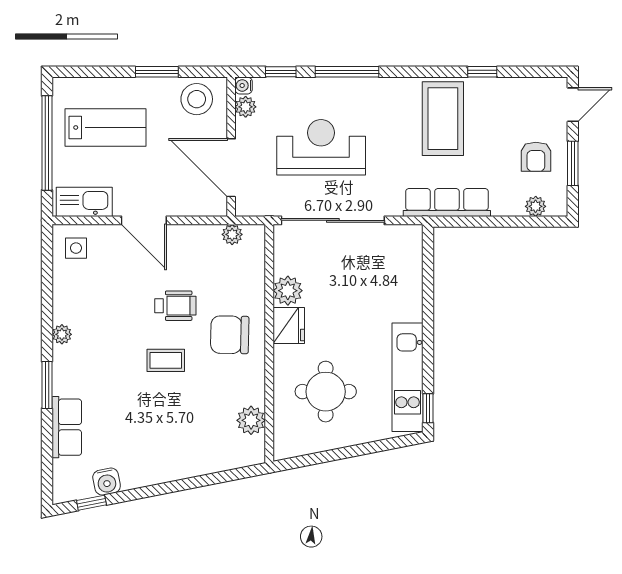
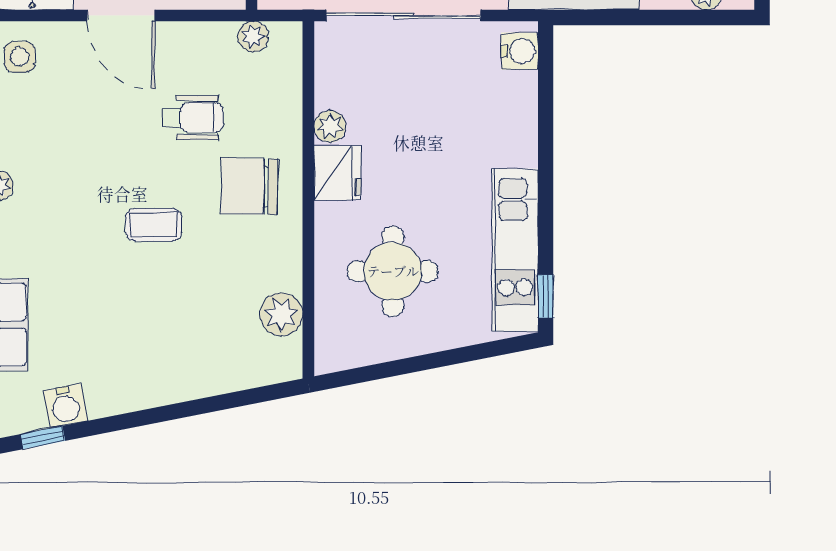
water cooler: (411, 244) -> (520, 51), added
plant: (288, 291) -> (330, 127), width x0.73, depth x0.73
wheelchair: (175, 306) -> (193, 118), moved

